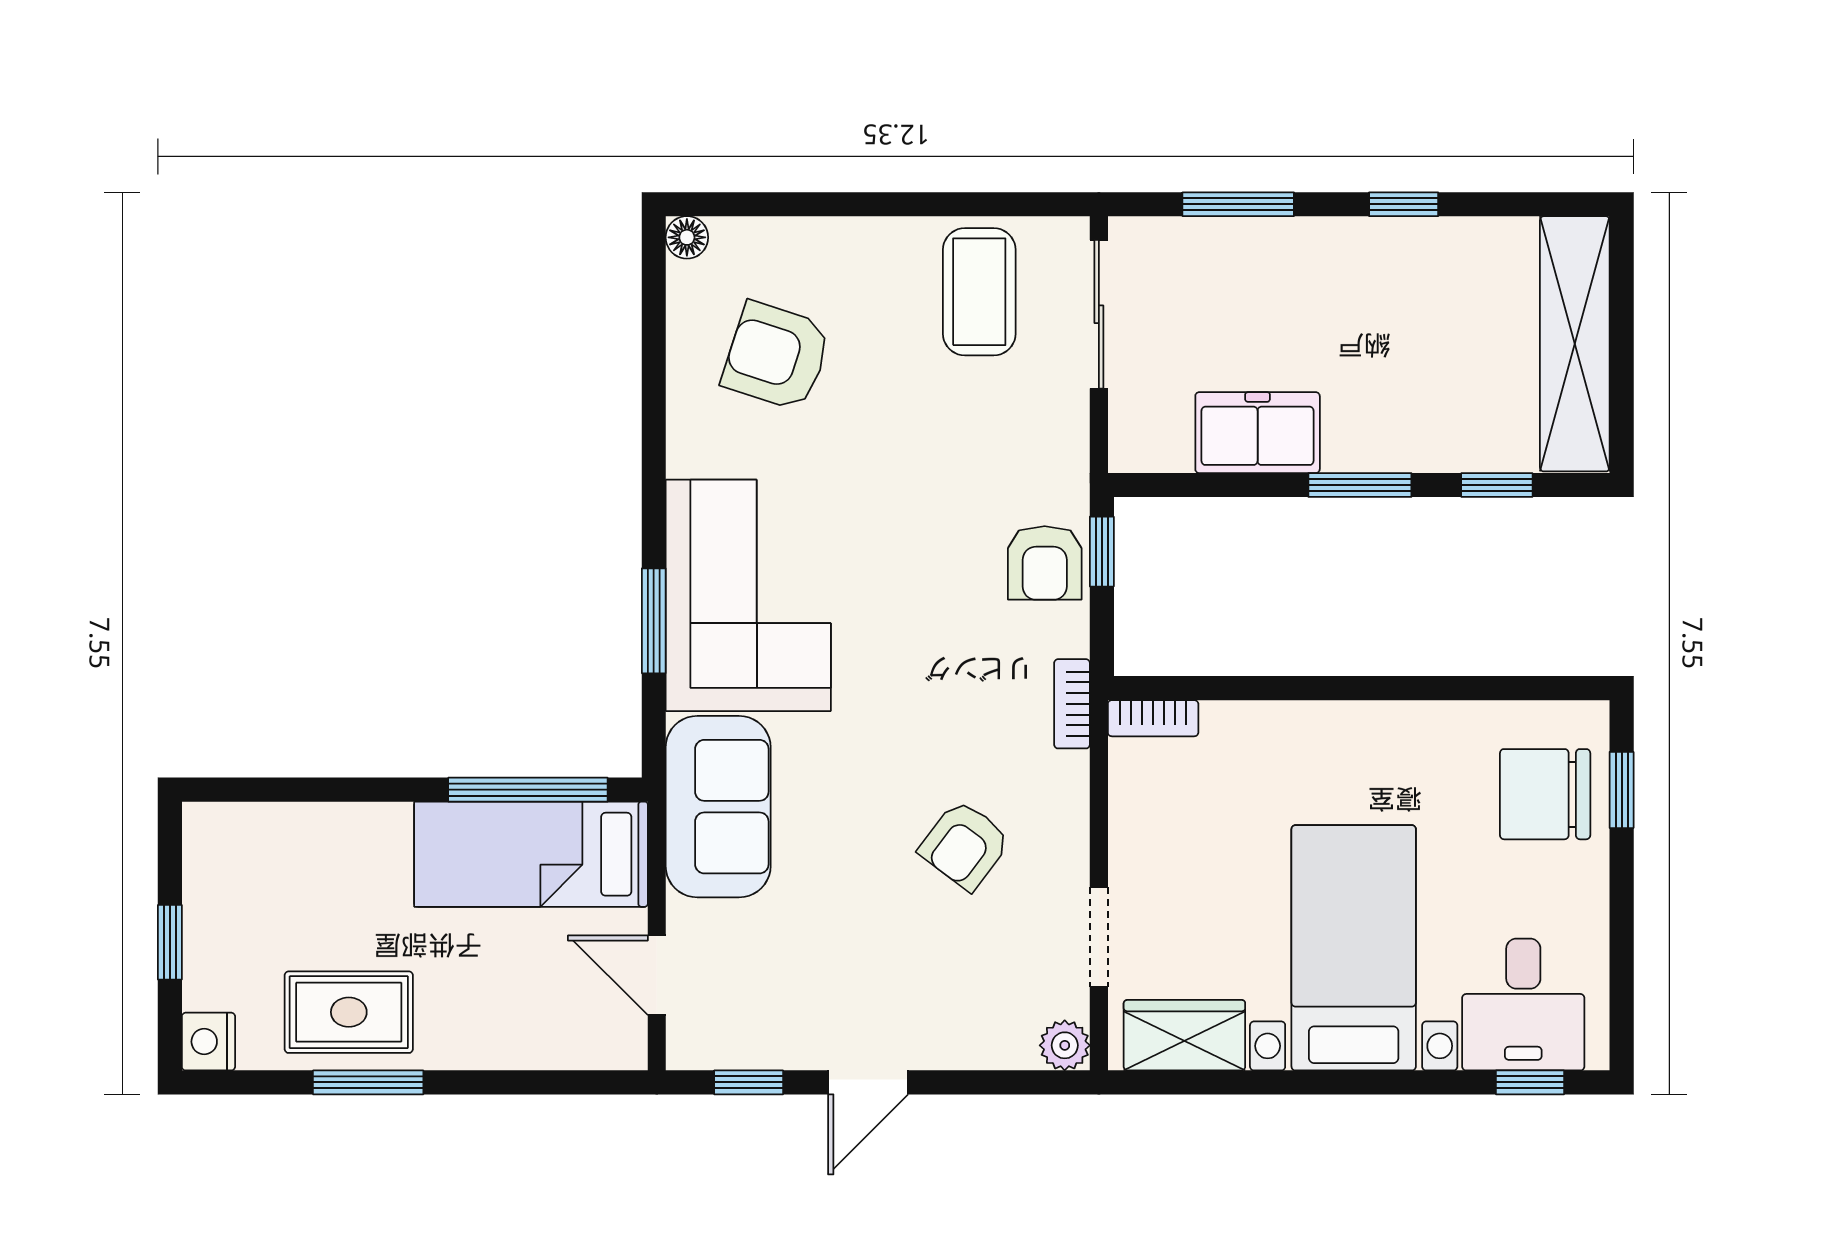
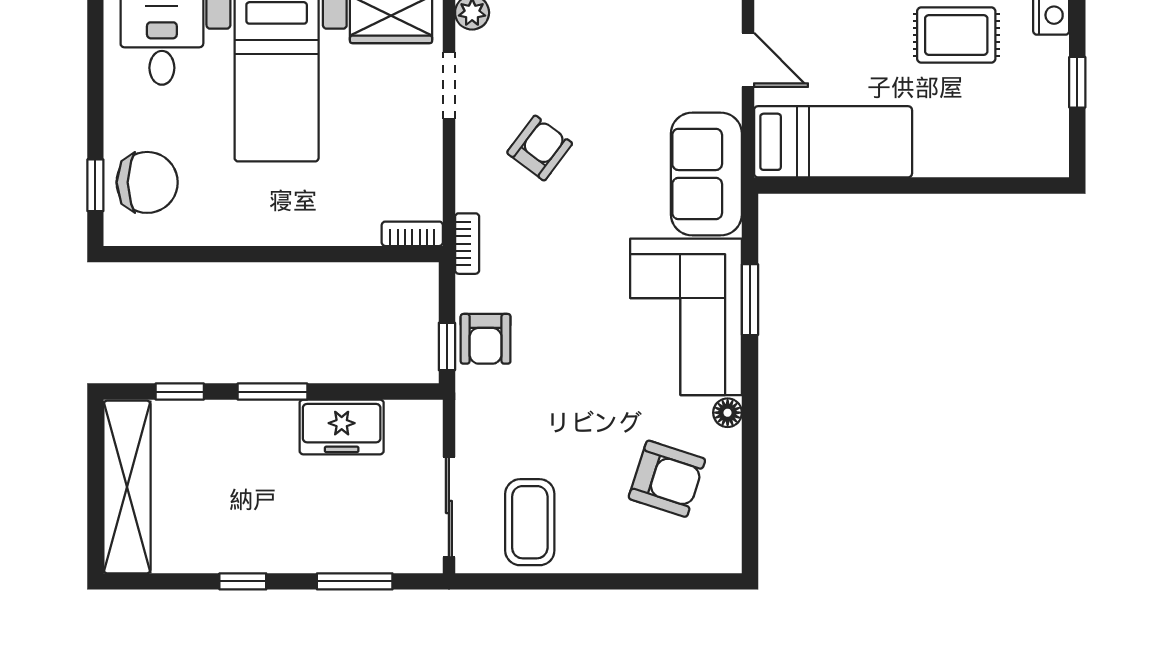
floor lamp: (687, 237) -> (728, 413), moved
armchair: (1045, 563) -> (486, 339), turned 180
window: (528, 790) -> (835, 185), removed

